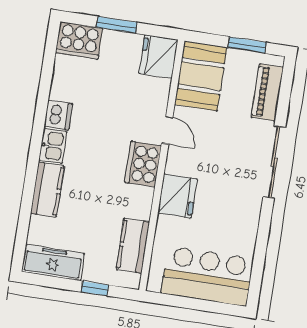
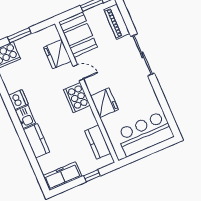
fridge: (158, 57) -> (57, 54), moved

